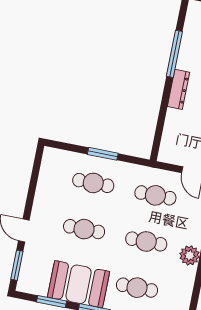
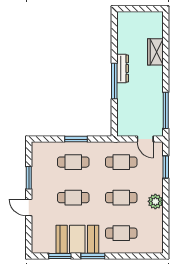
window: (174, 54) -> (114, 81), moved
dresser: (179, 89) -> (123, 68), moved
window: (17, 265) -> (29, 178), moved

